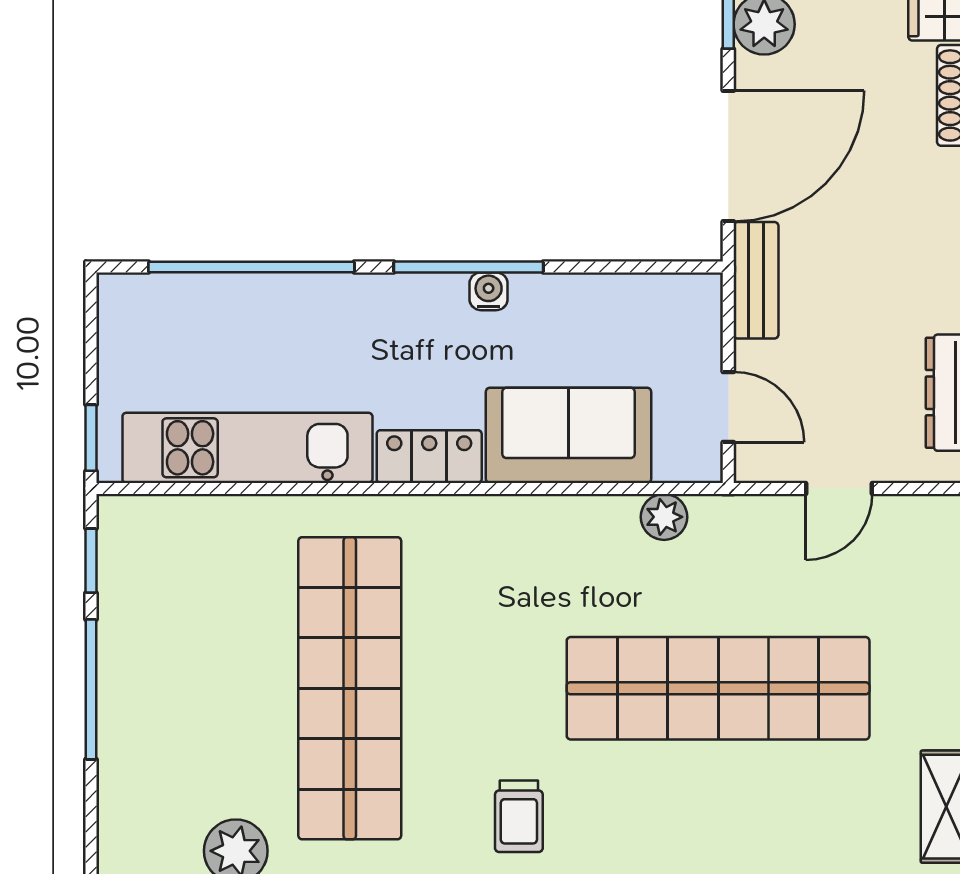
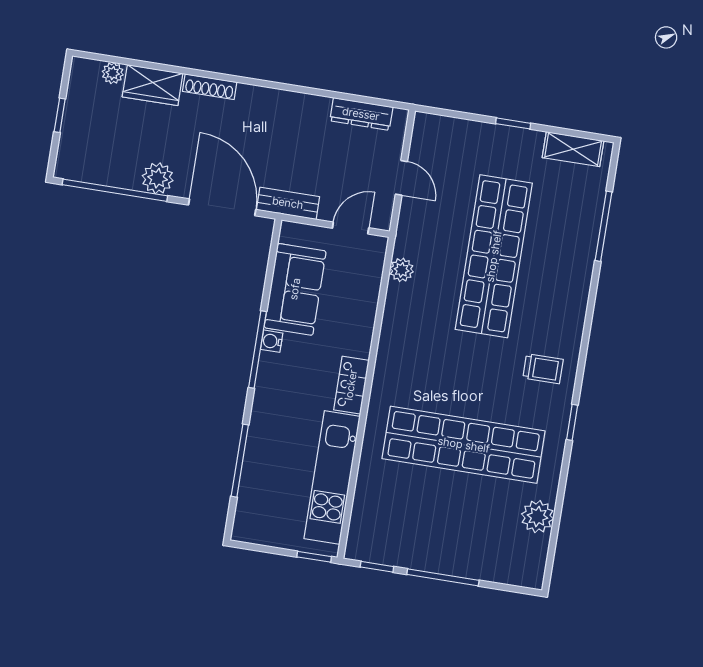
window: (251, 267) -> (240, 461), width x0.68
sofa: (568, 435) -> (295, 289), moved, turned 180

